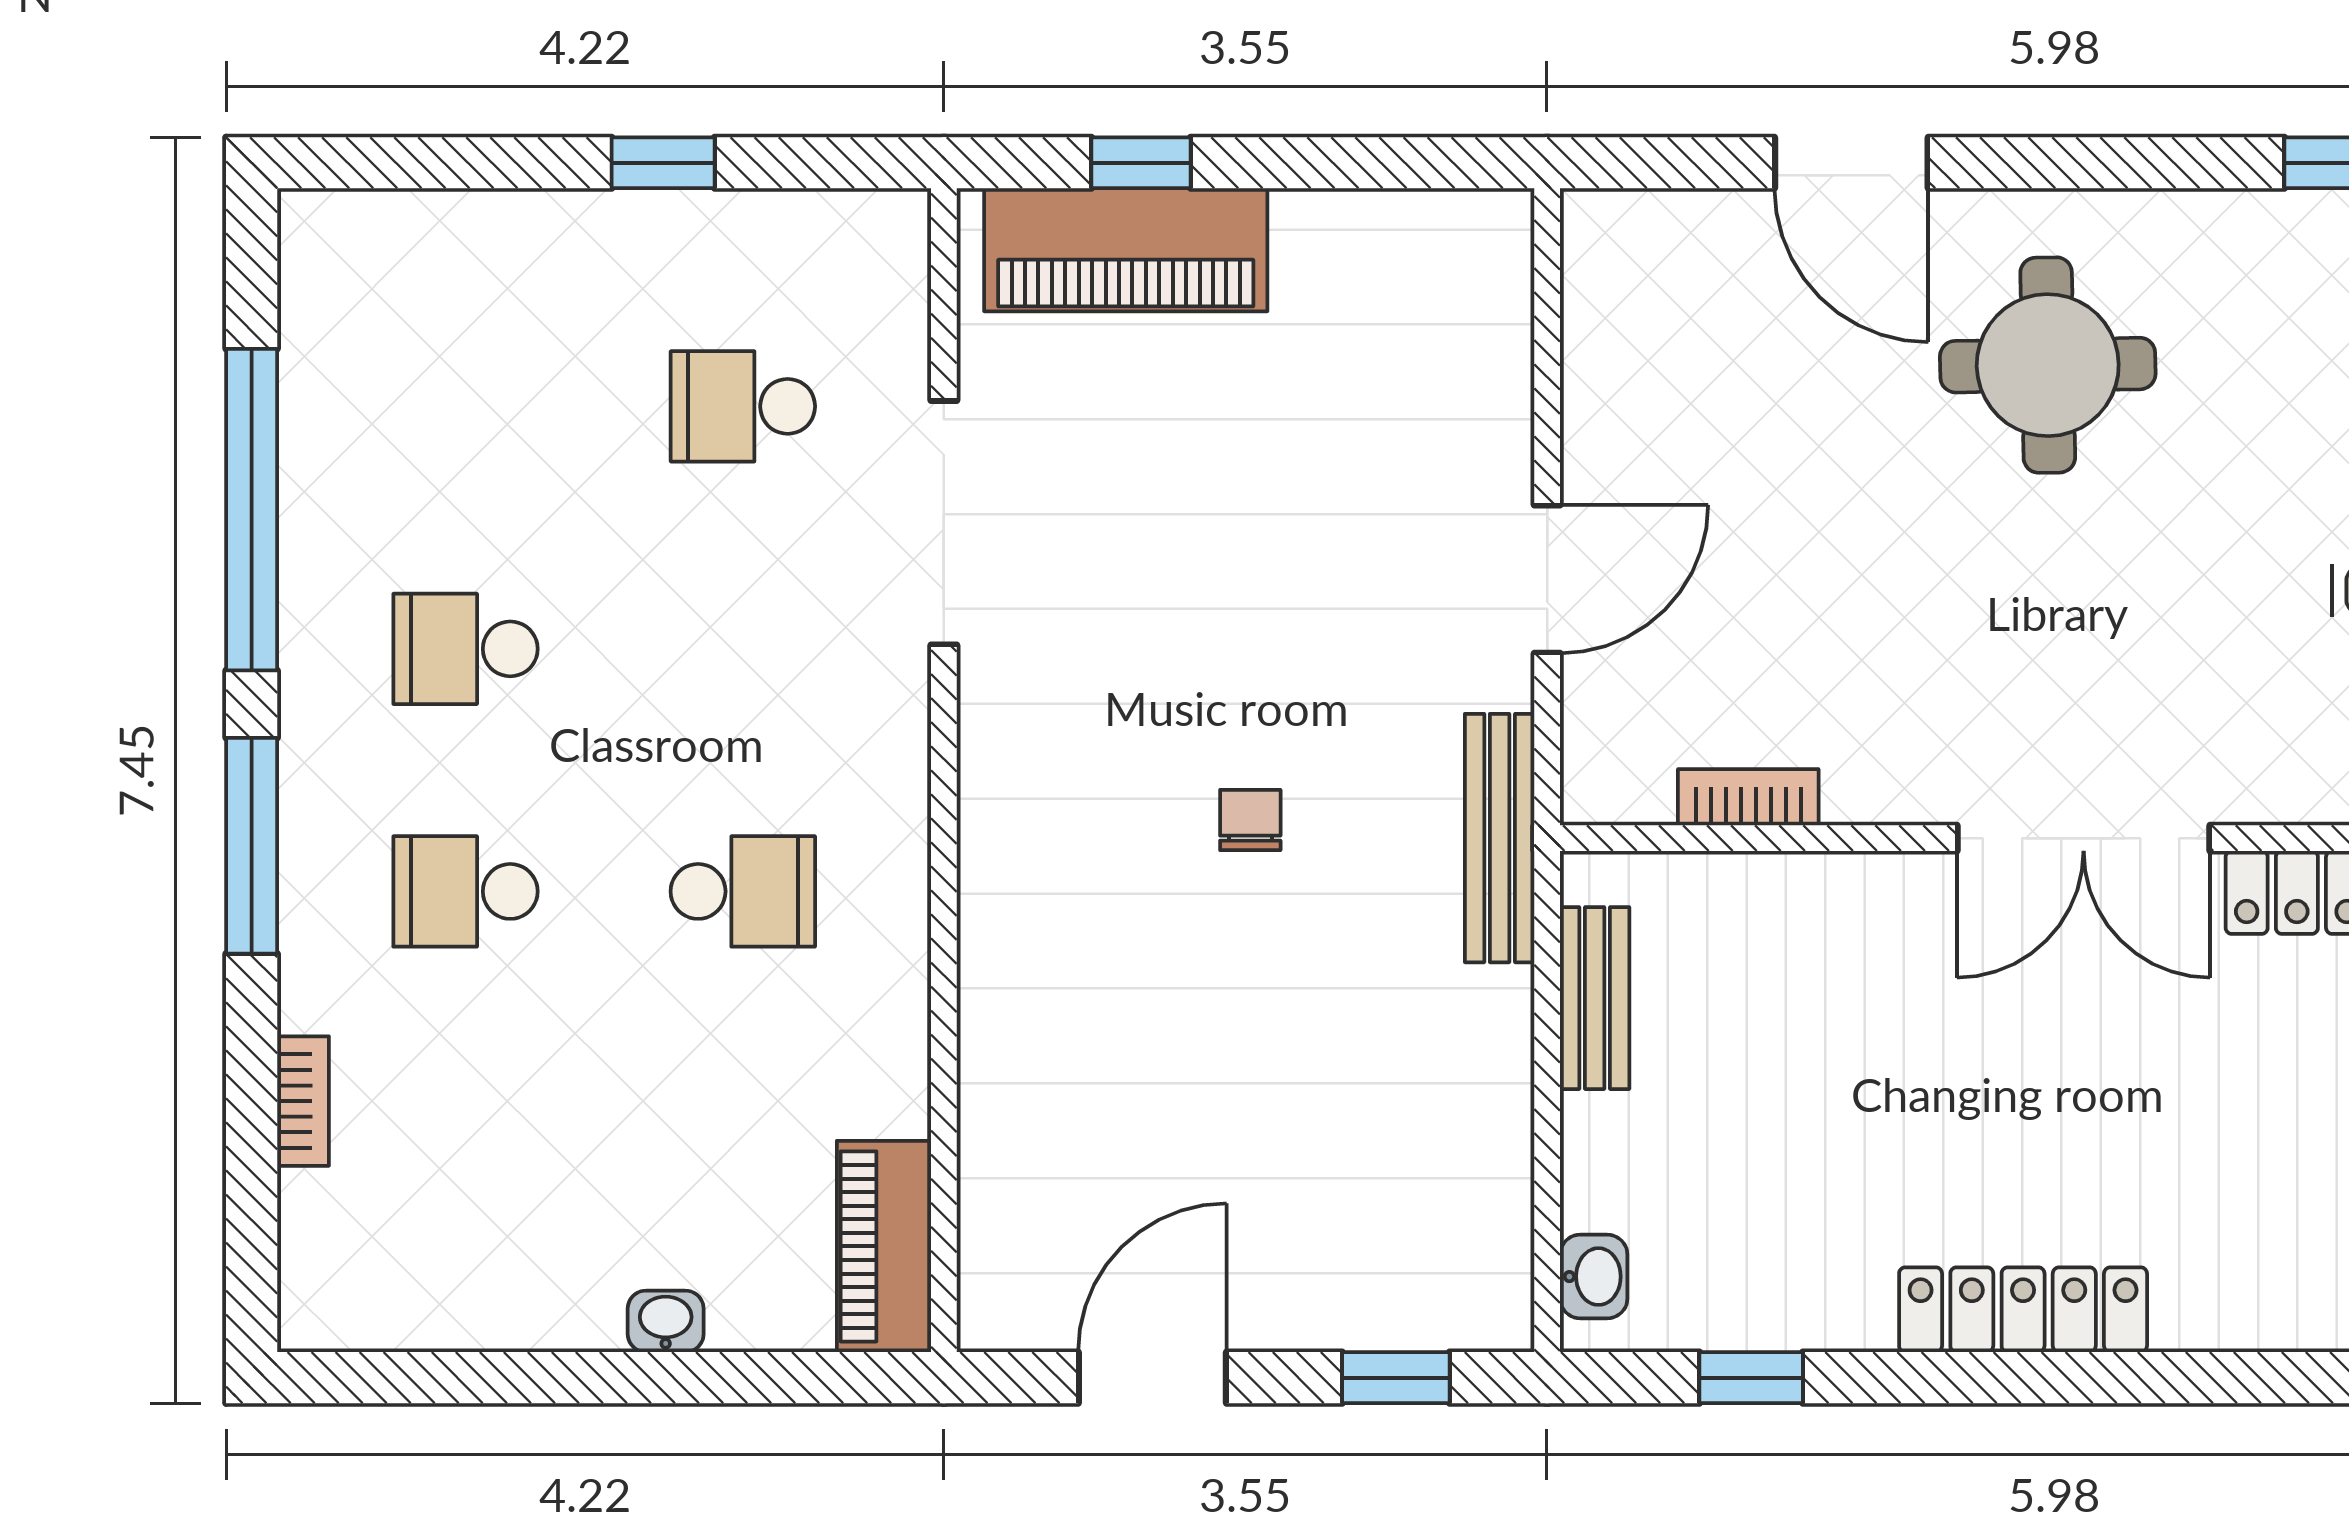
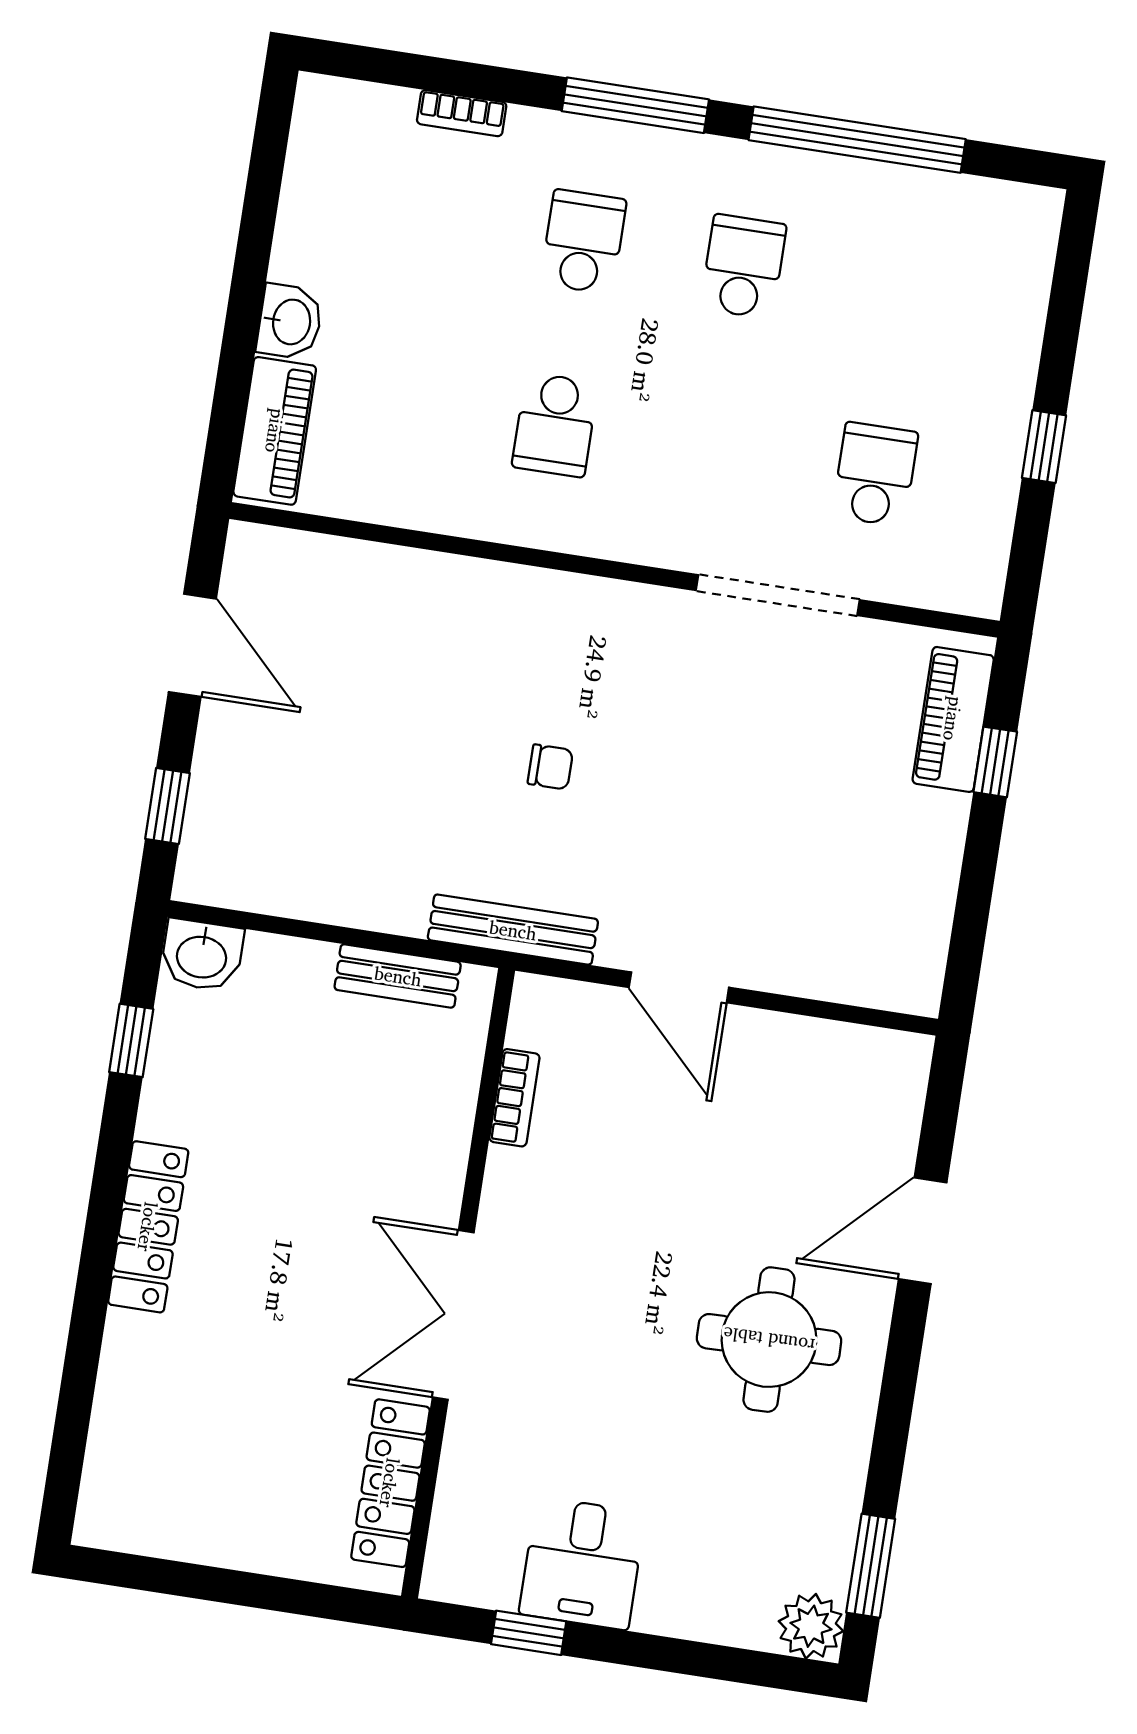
piano: (1126, 250) -> (953, 719), width x0.73, depth x0.75
piano: (884, 1246) -> (275, 431), moved, turned 90
washbasin: (1594, 1277) -> (202, 955), width x1.38, depth x1.45
washbasin: (666, 1321) -> (290, 322), width x1.38, depth x1.45

